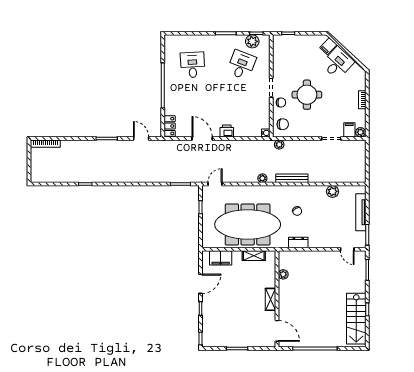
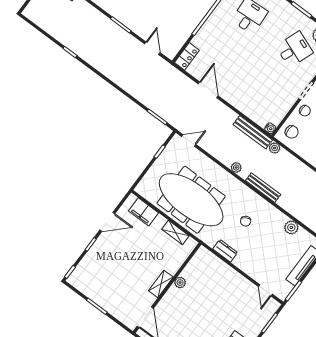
printer: (227, 131) -> (236, 100), removed
bench: (256, 145) -> (253, 132), added
plant: (283, 274) -> (180, 282), moved

